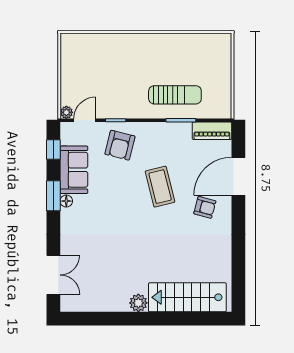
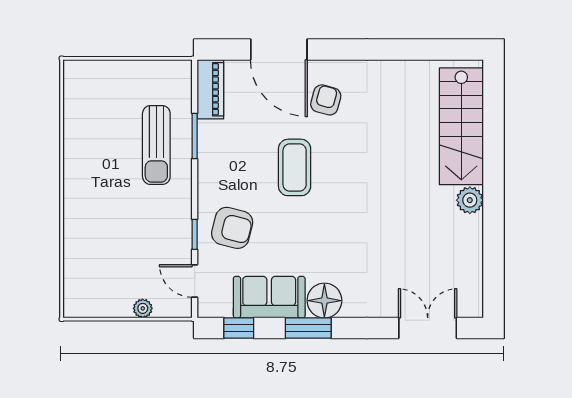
sun lounger: (175, 95) -> (156, 145), turned 180
plant: (66, 112) -> (143, 308), moved
coffee table: (160, 187) -> (295, 167), turned -76
floor lamp: (66, 201) -> (324, 301), width x1.89, depth x1.89

